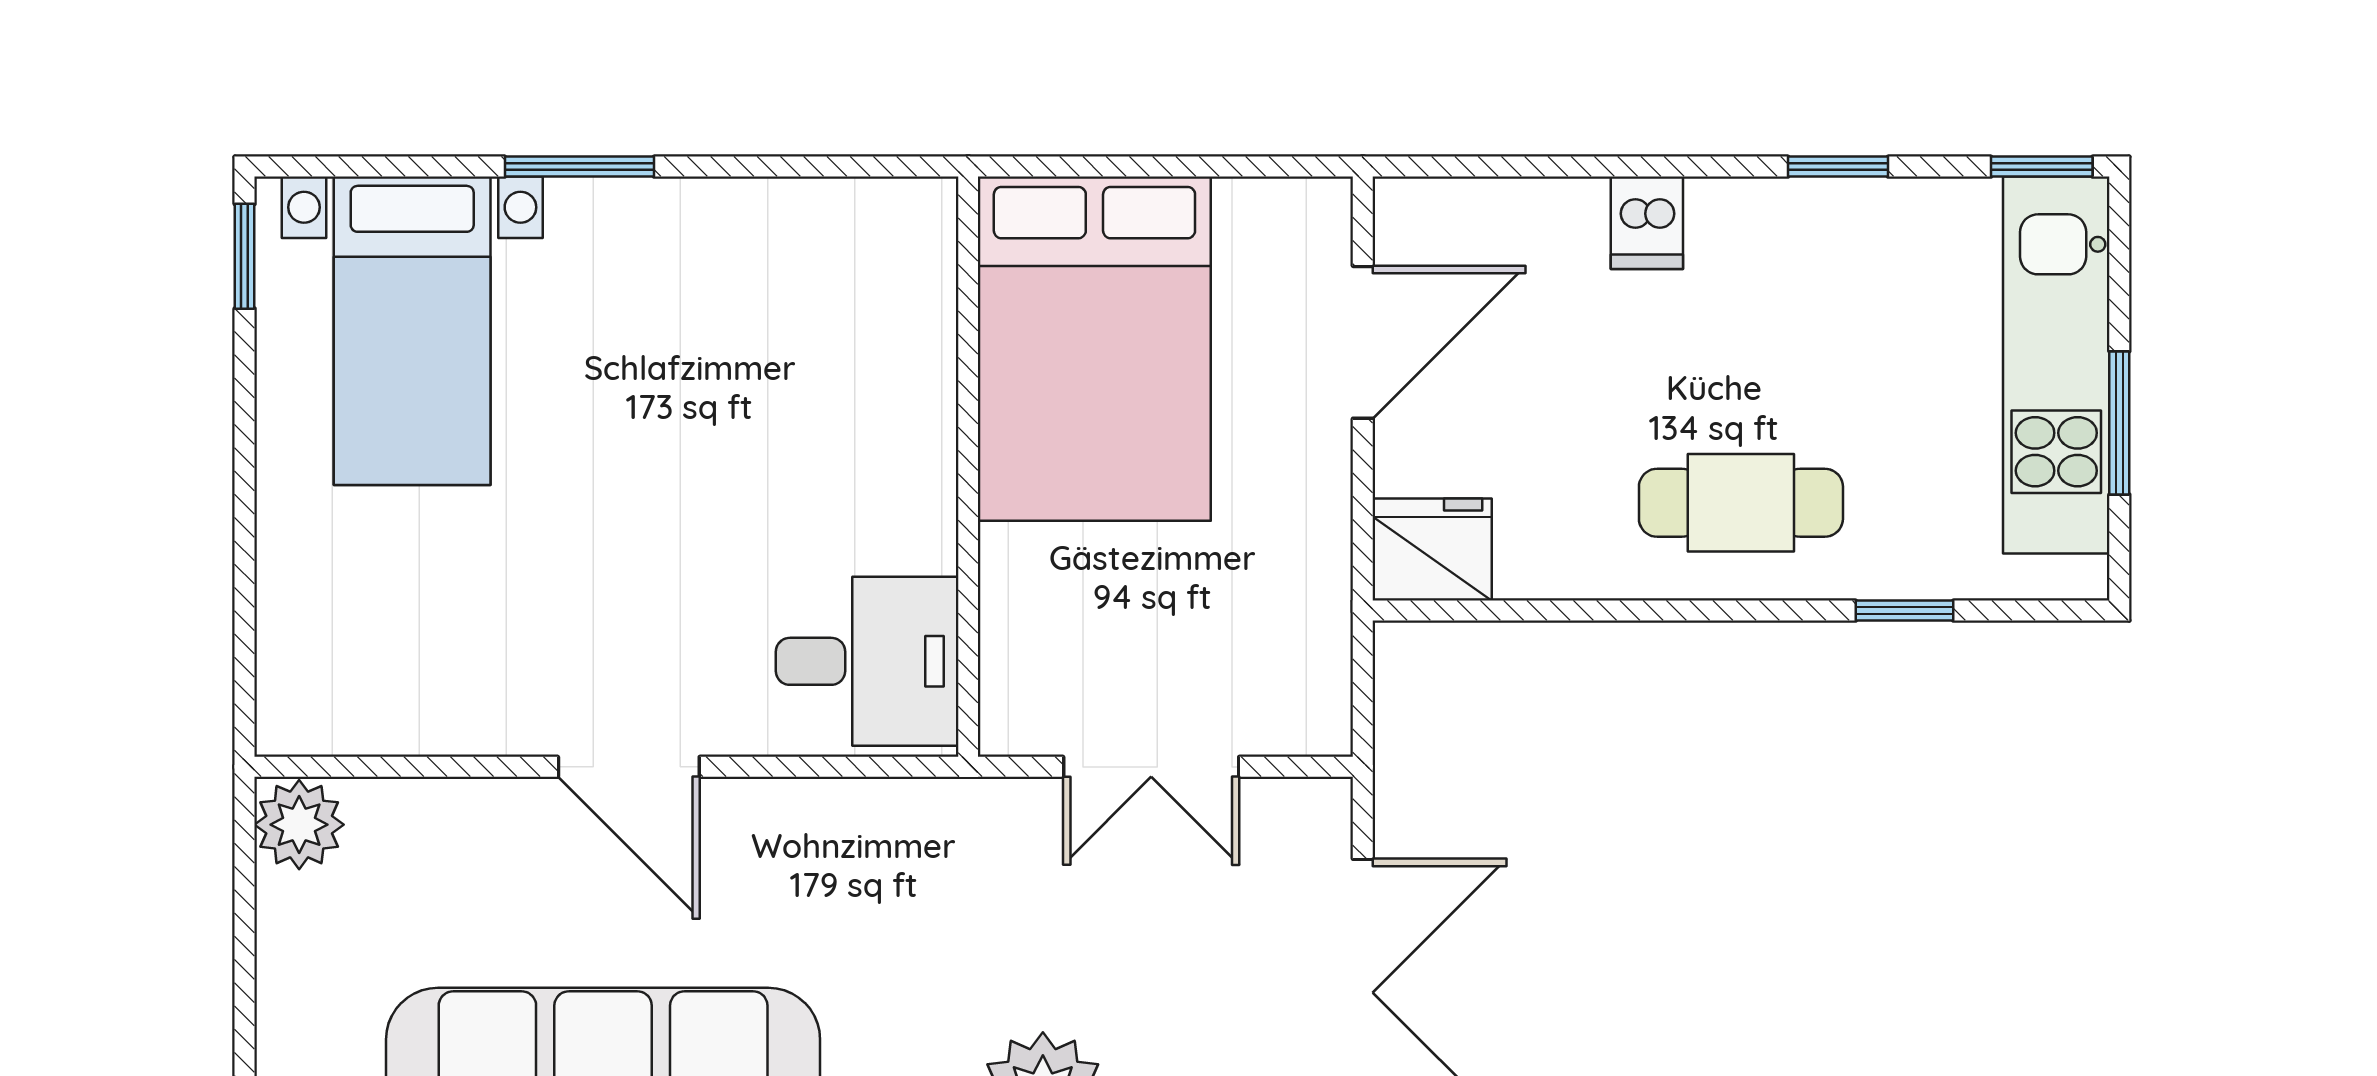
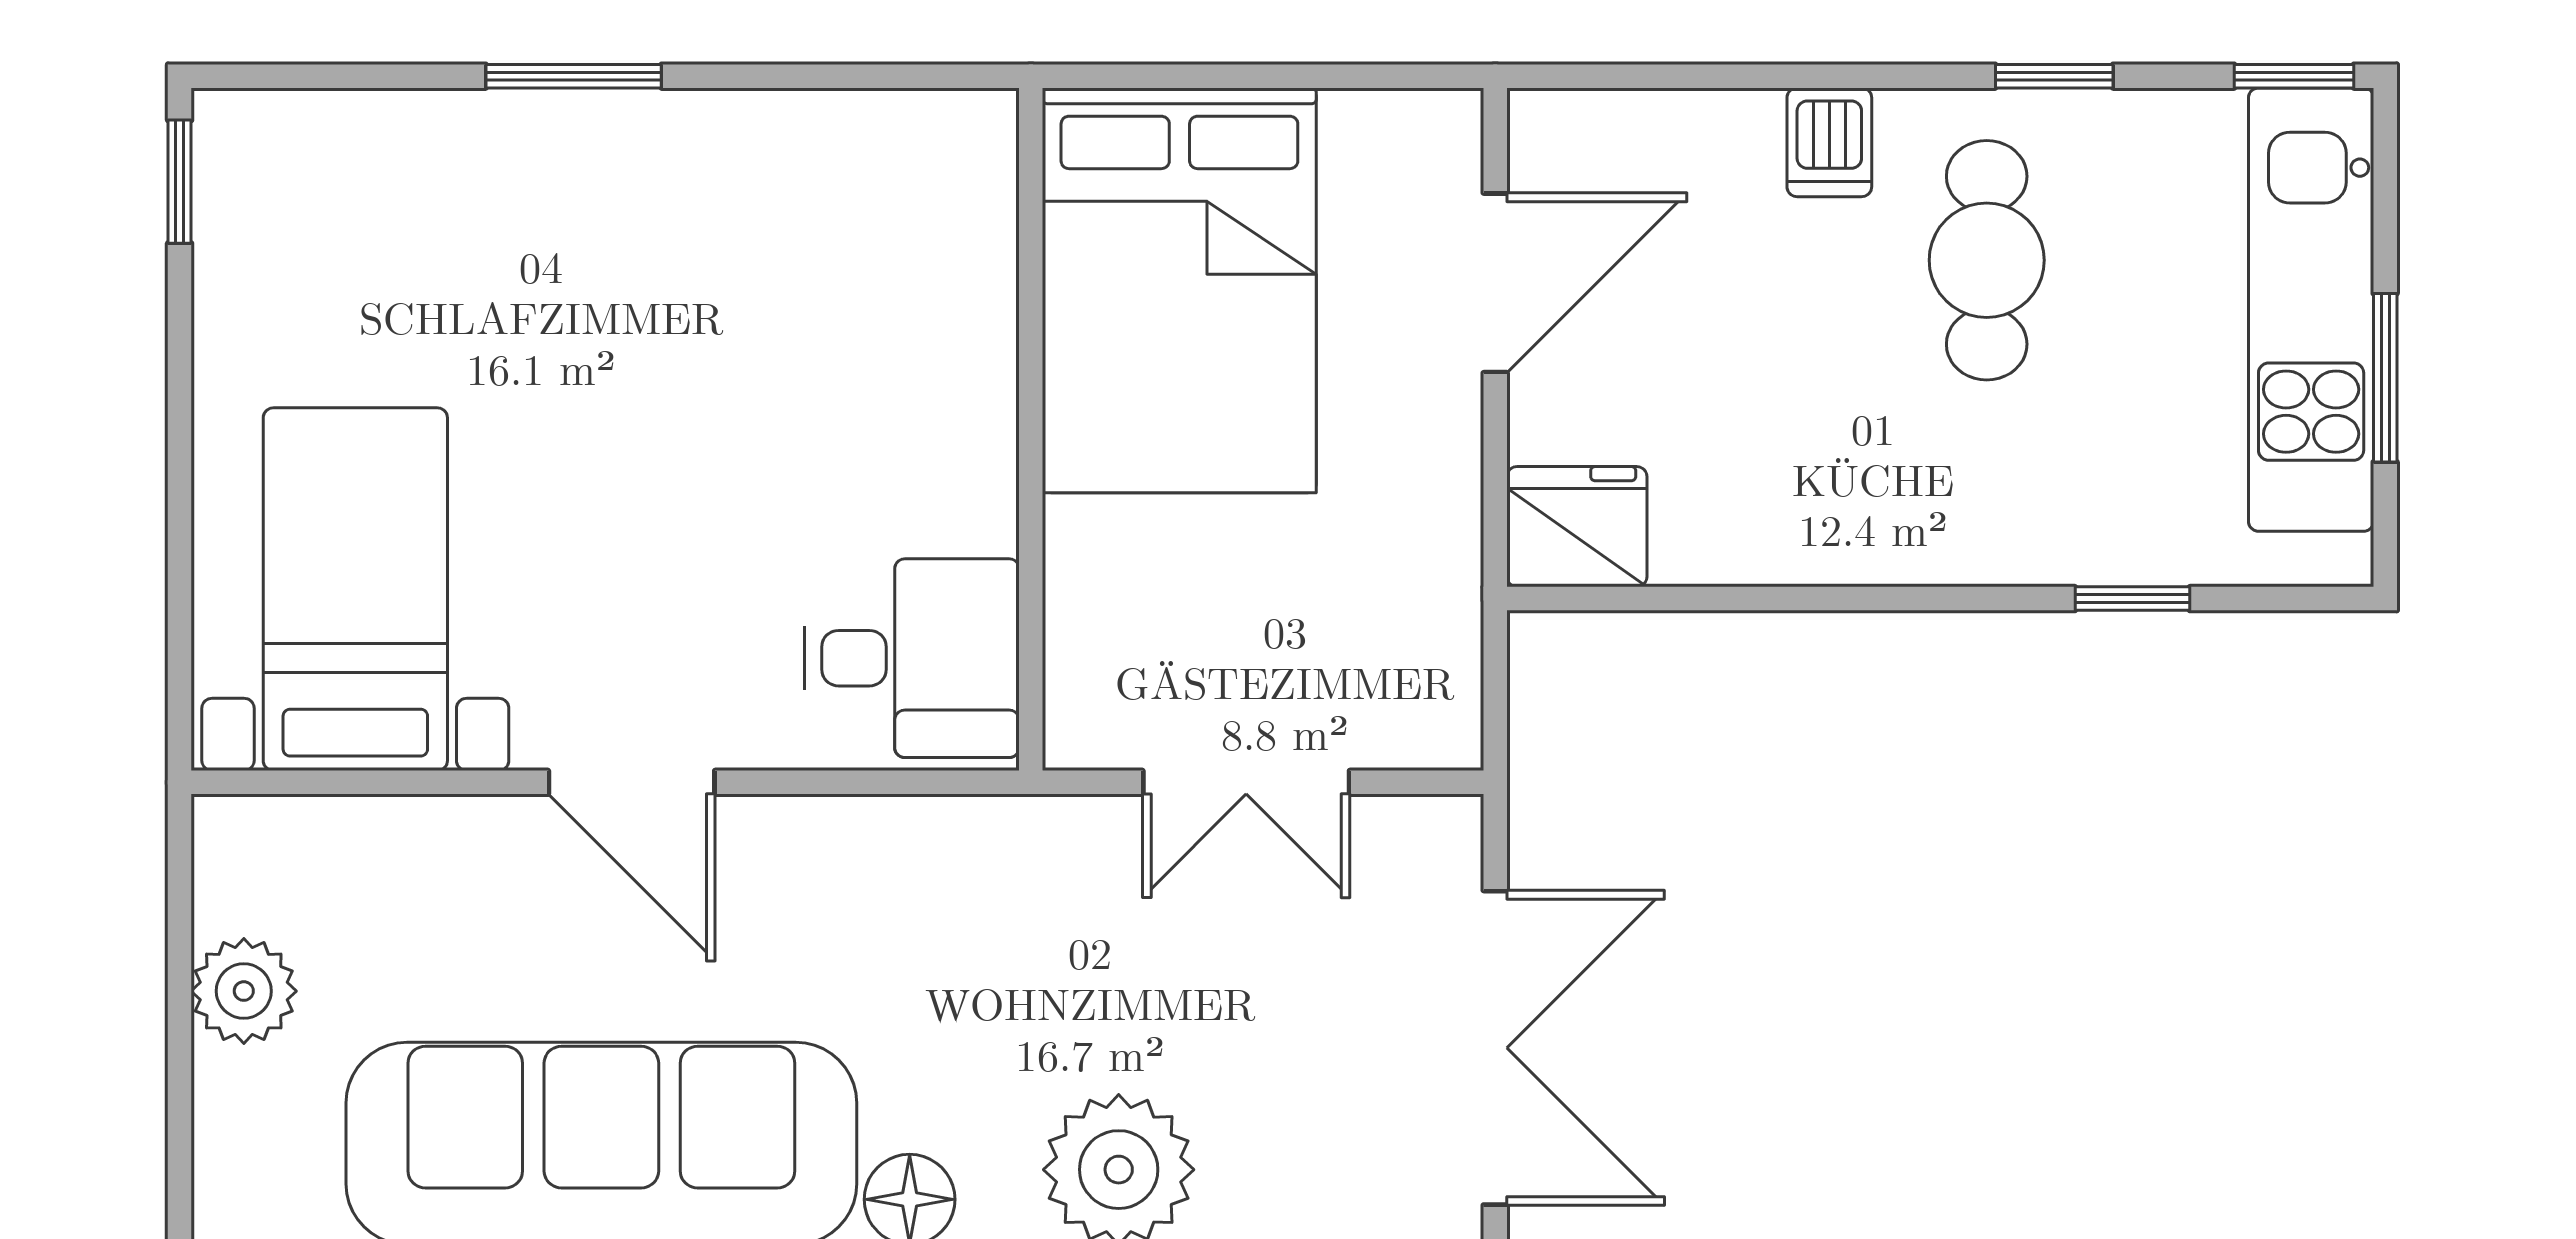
bed with nightstands: (412, 331) -> (355, 589), moved, turned 180
cafe table: (1741, 503) -> (1987, 260), moved, turned 90
plant: (299, 825) -> (244, 991), moved

